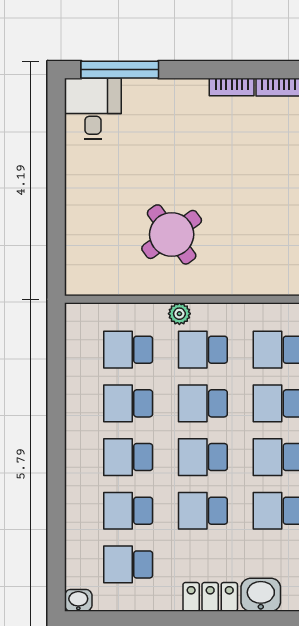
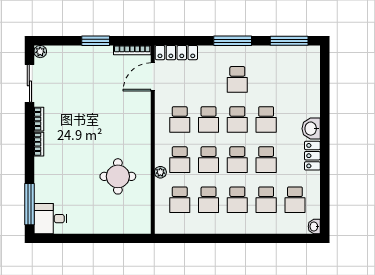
round table: (172, 234) -> (118, 176), turned 36

